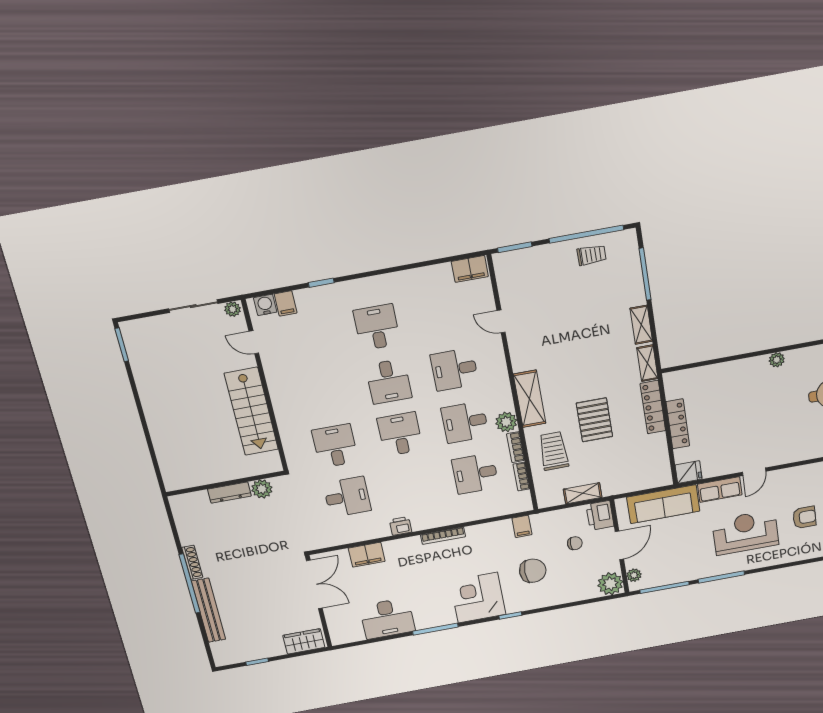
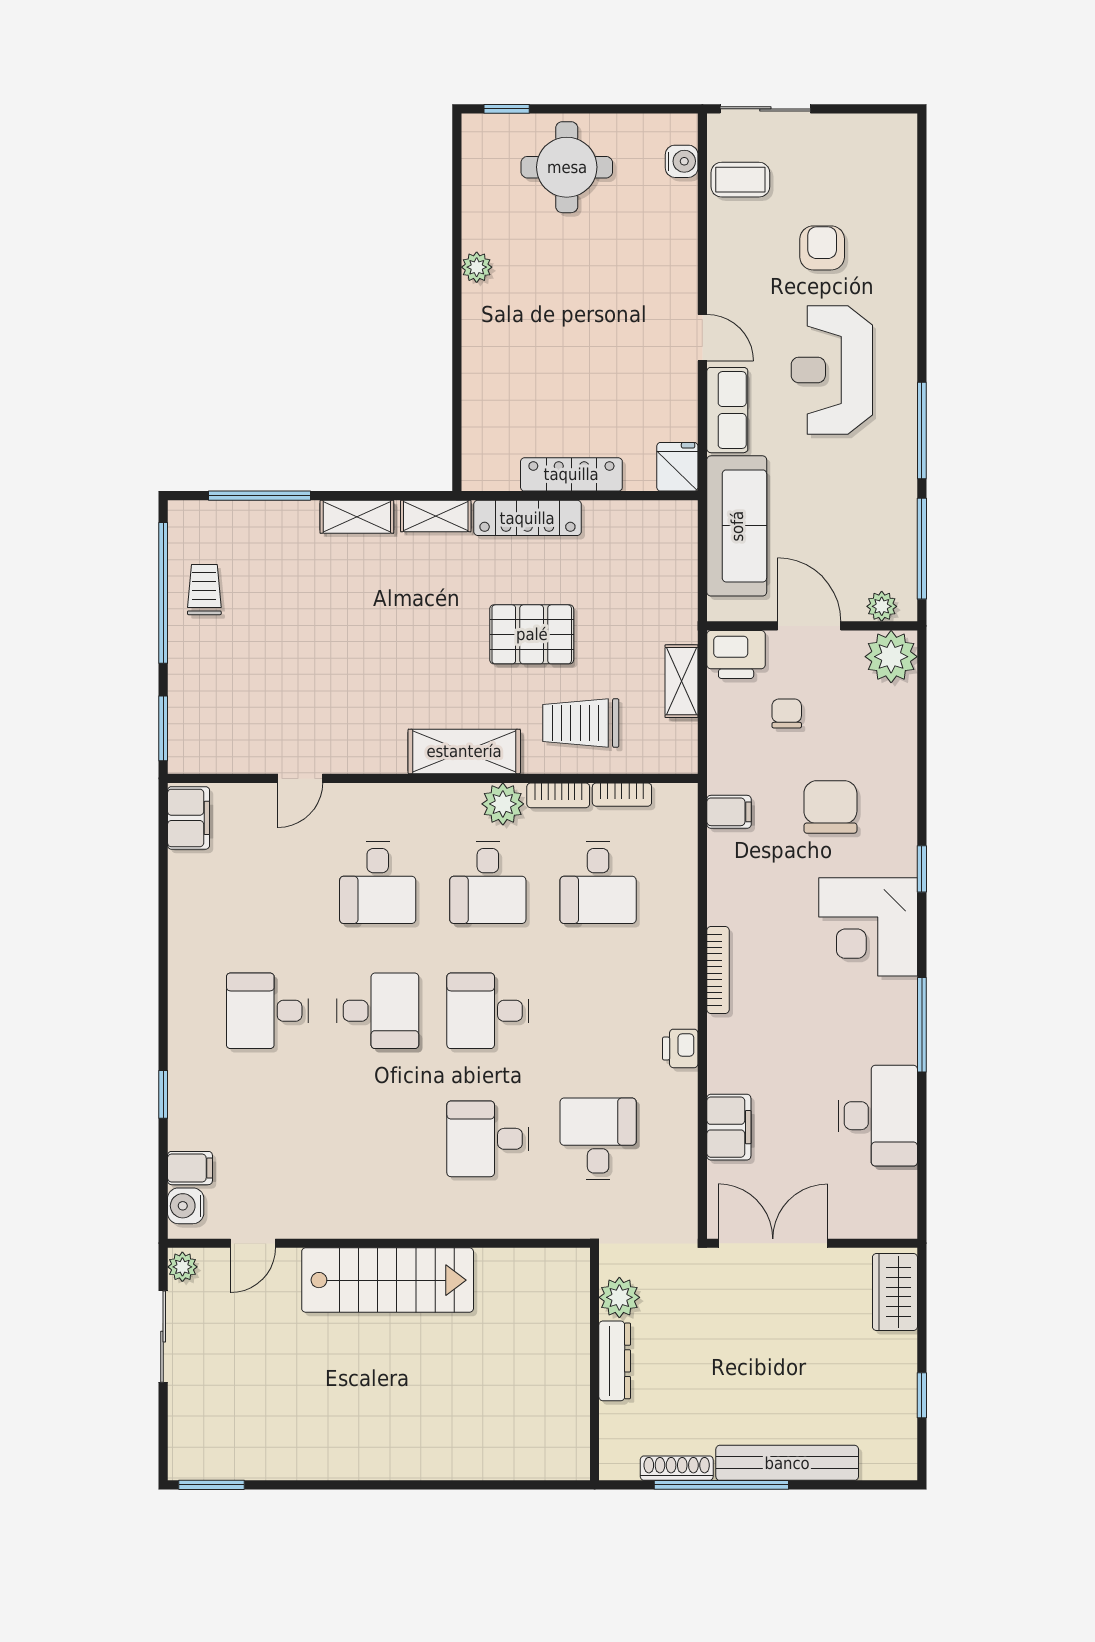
wall: (225, 484) -> (595, 1364), moved
plant: (262, 489) -> (619, 1297), moved
dresser: (229, 493) -> (615, 1361), moved

